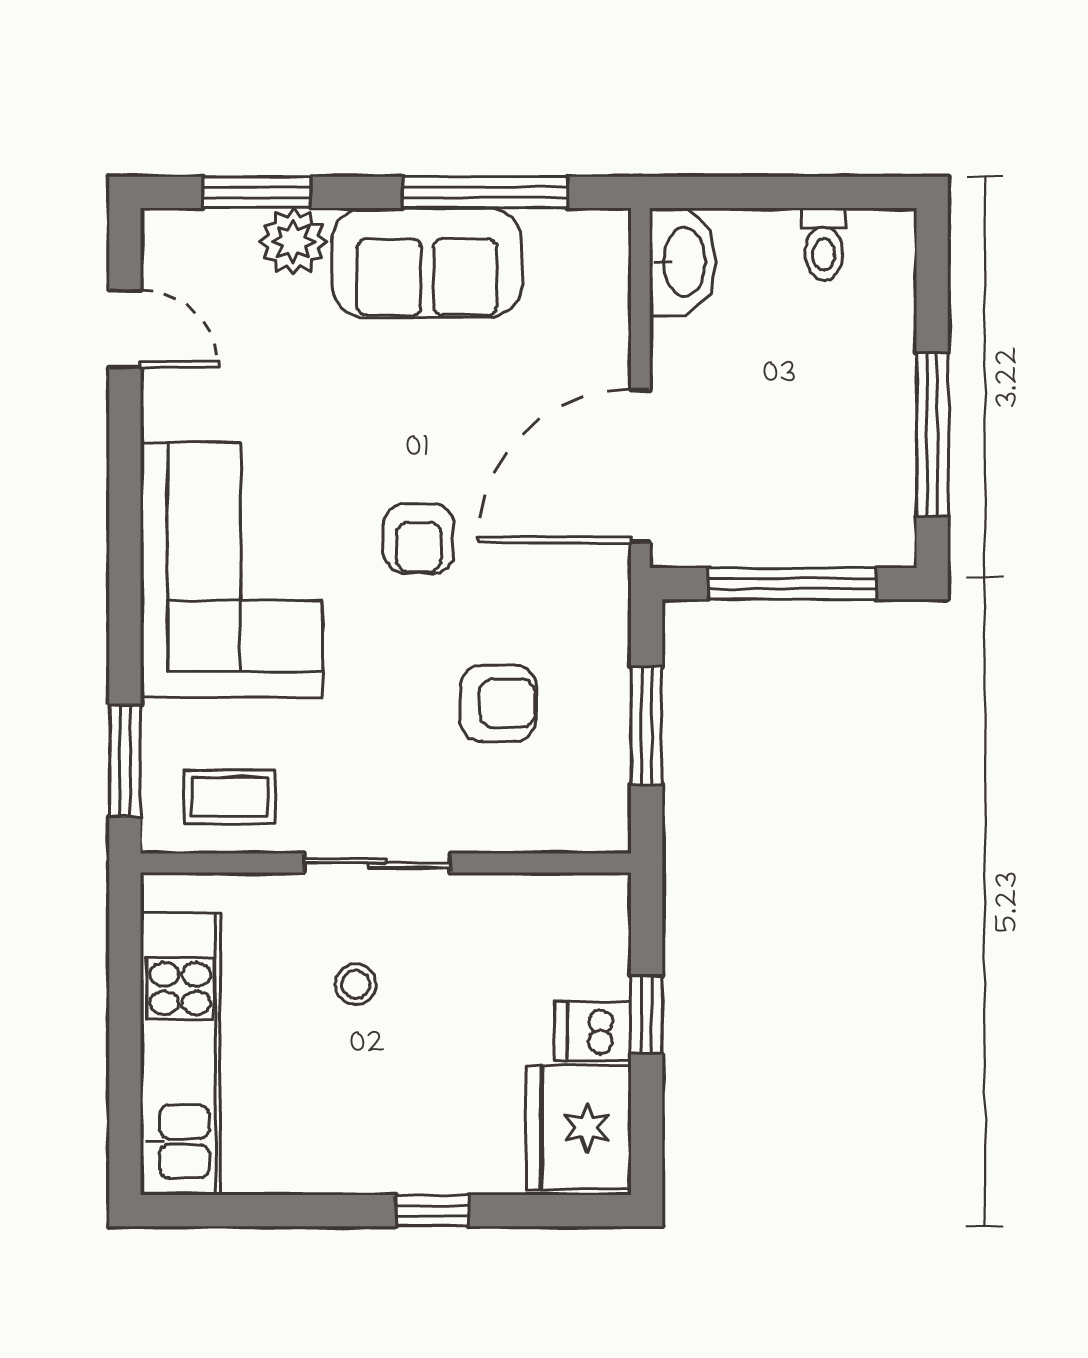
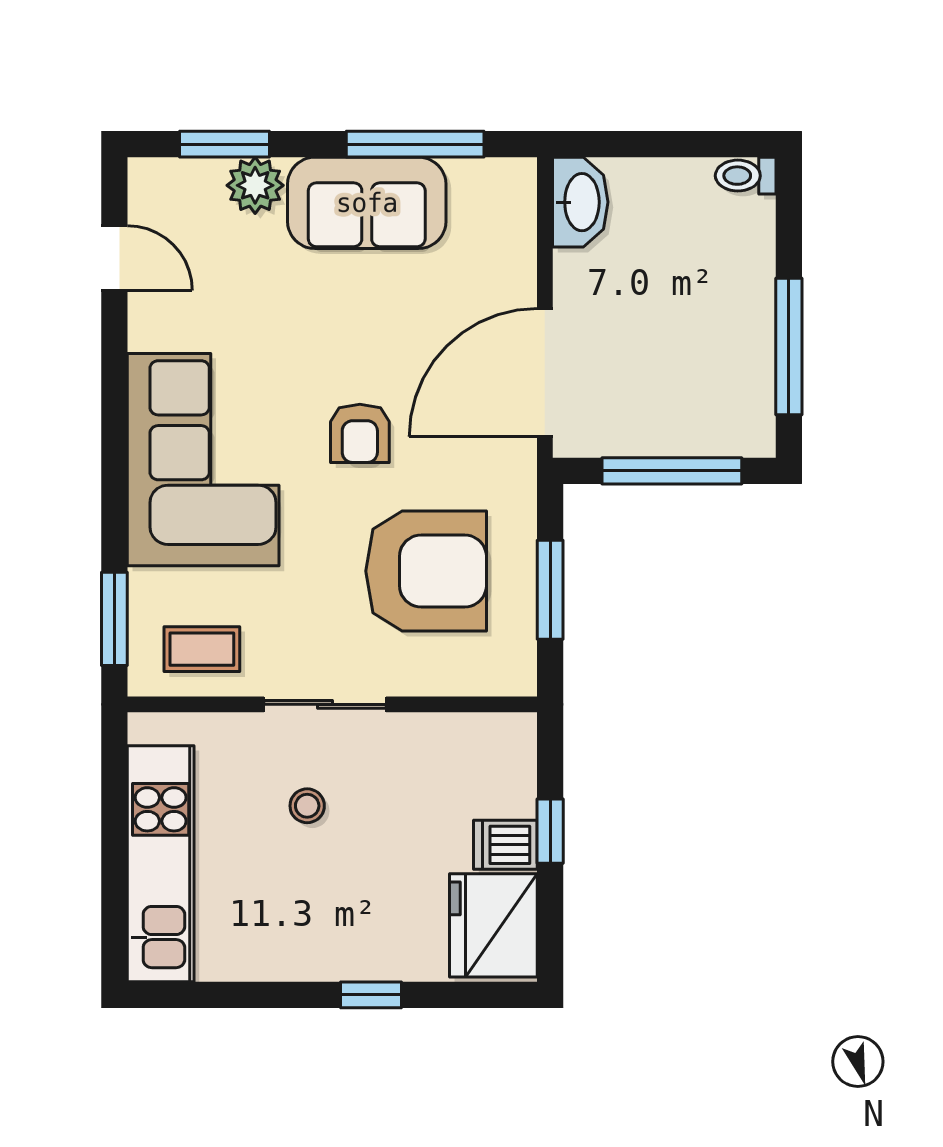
toilet: (824, 244) -> (746, 176), moved, turned 90
armchair: (498, 703) -> (426, 571), width x1.88, depth x1.88

